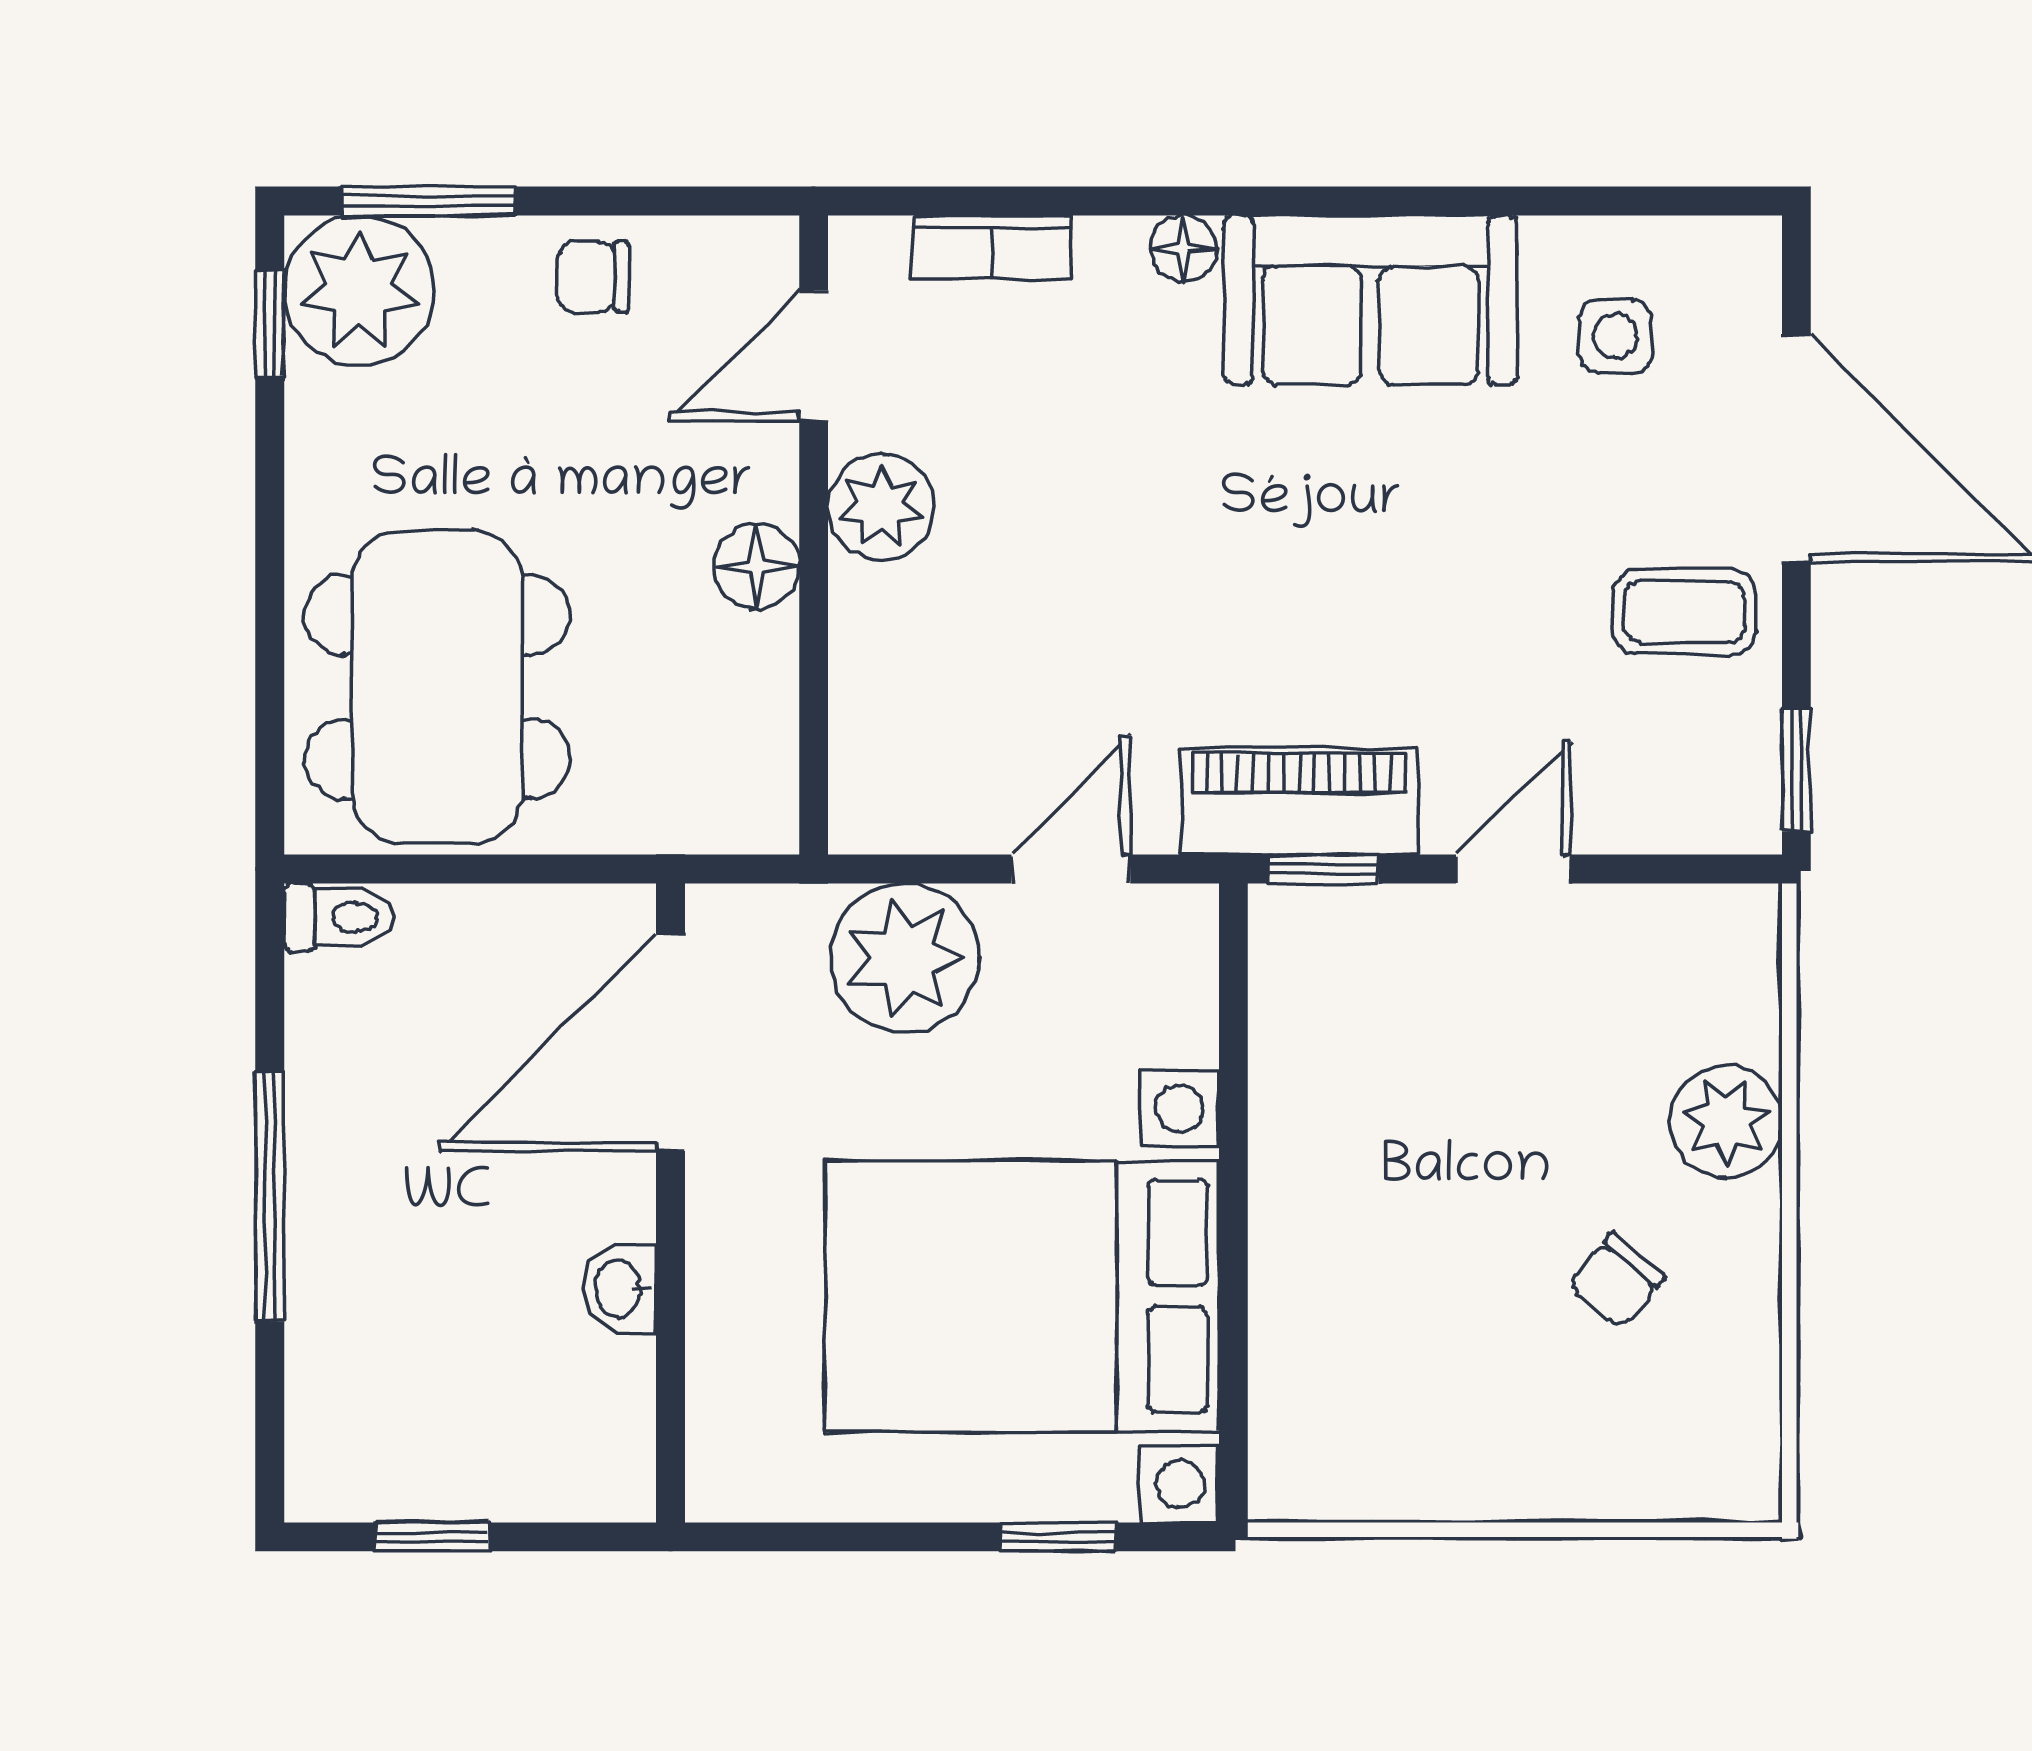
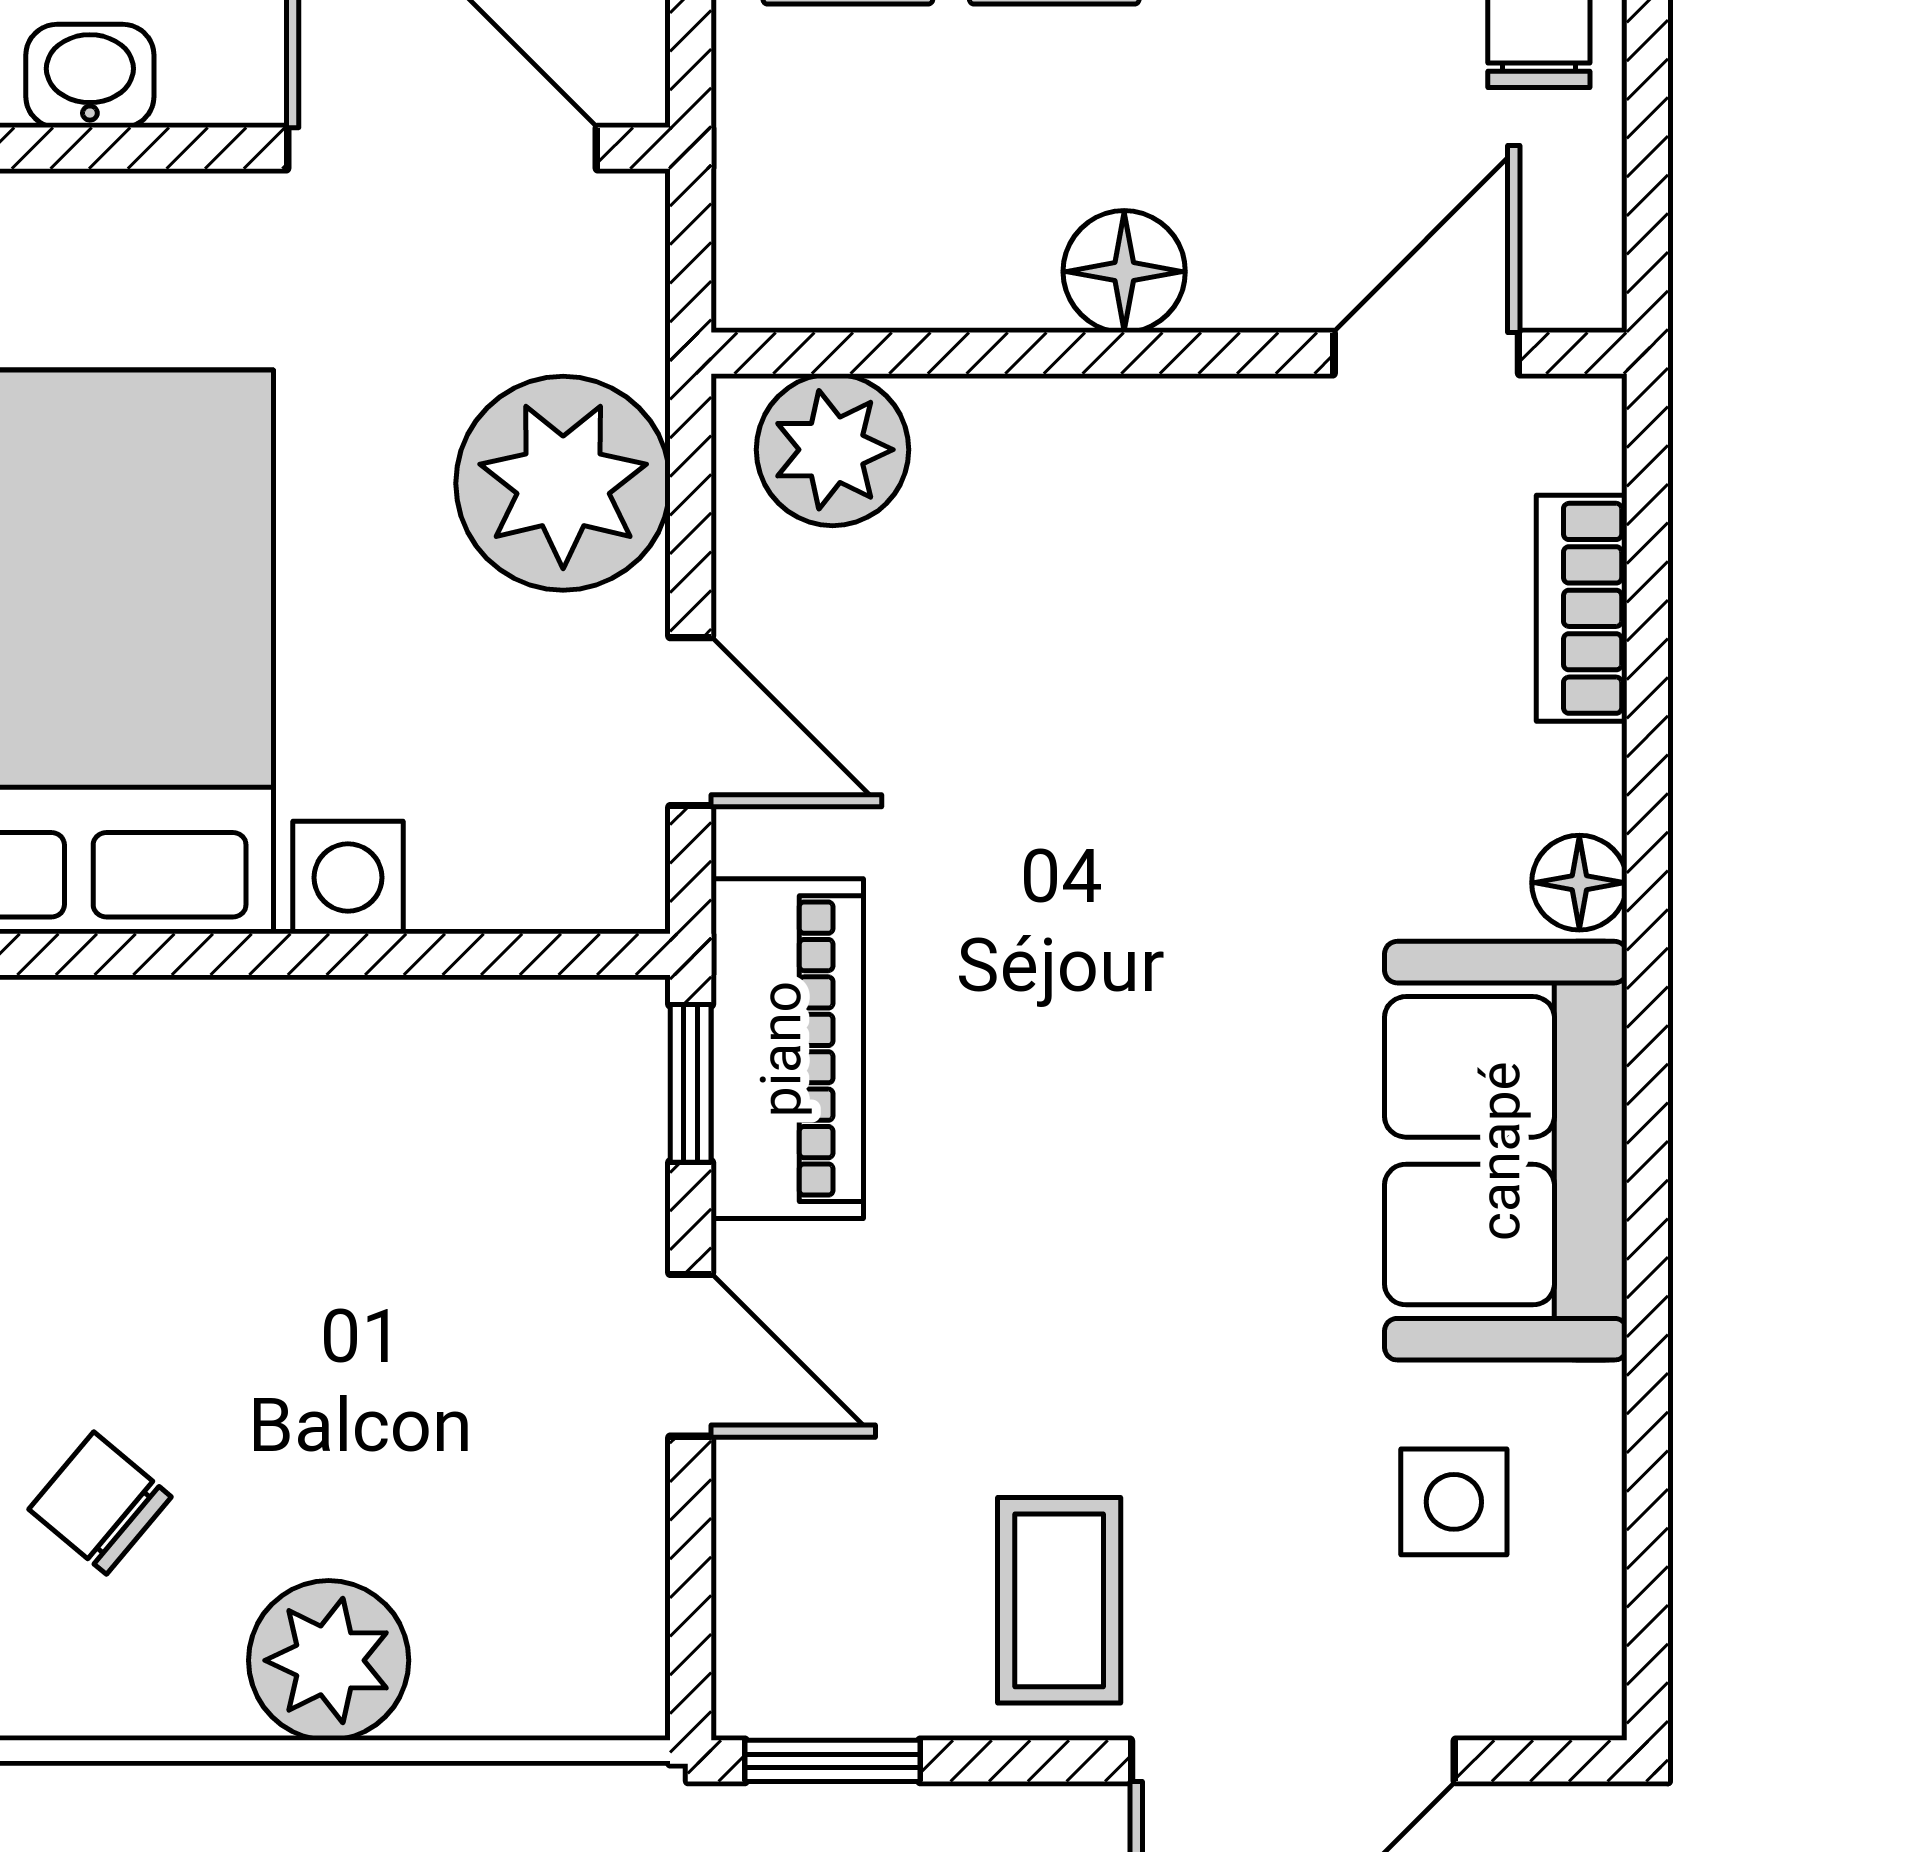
door: (814, 355) -> (1426, 353), hinge flipped
plant: (881, 507) -> (833, 450), moved

